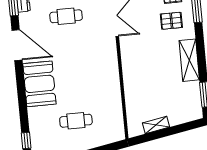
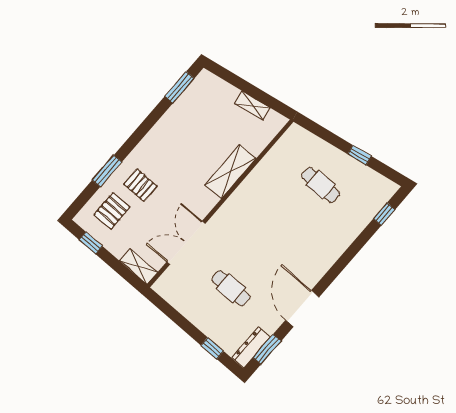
shelving: (189, 60) -> (230, 172), moved
booth: (39, 84) -> (319, 253), removed

